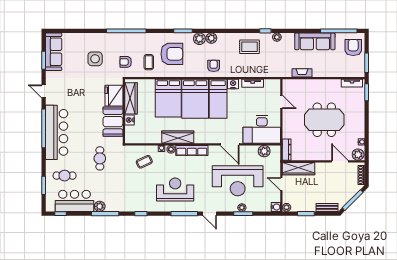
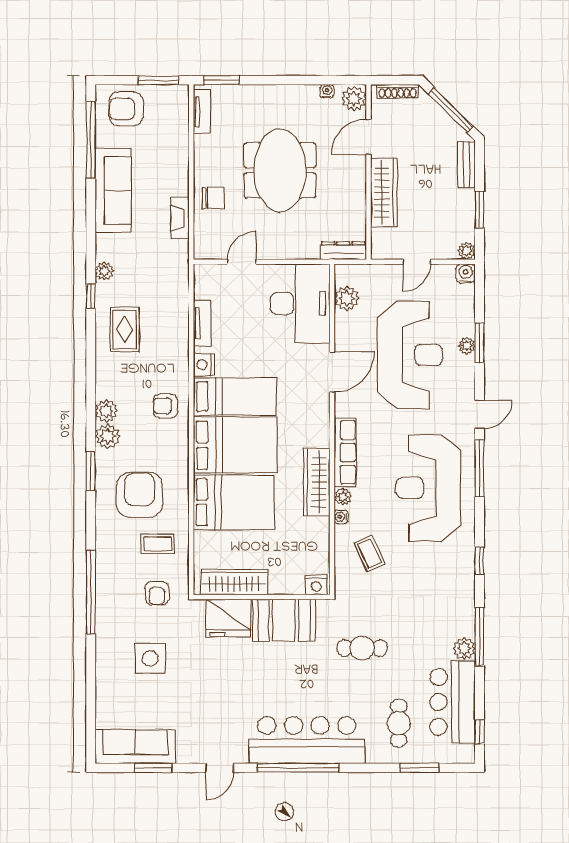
chair: (311, 88) -> (213, 198), added
nightstand: (130, 120) -> (316, 585), moved
wardrobe: (299, 169) -> (384, 192), moved
reception desk: (175, 189) -> (428, 488), width x1.36, depth x1.30

